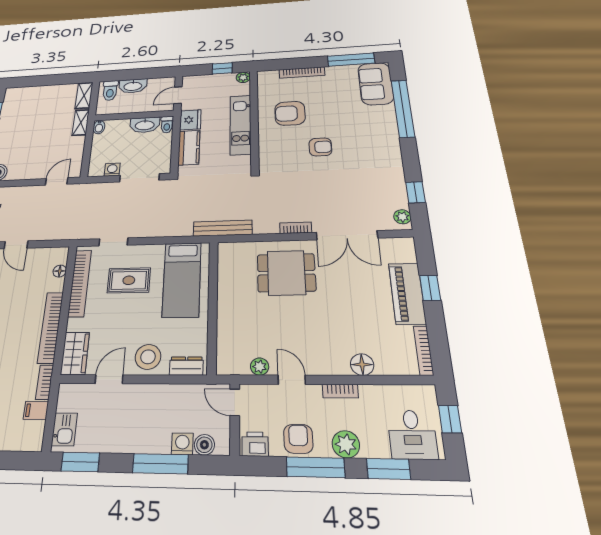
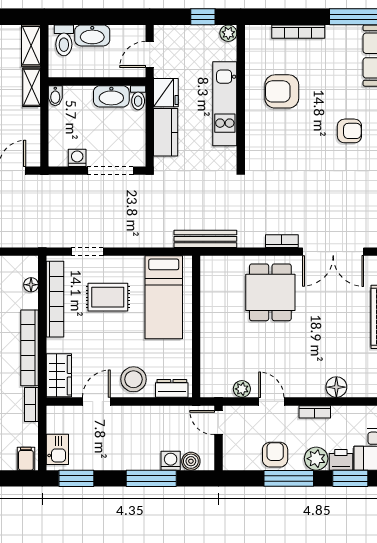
armchair: (320, 147) -> (349, 131), moved
dining table: (286, 273) -> (270, 292), turned 90
filing cabinet: (36, 410) -> (26, 459), moved, turned 90
printer: (255, 444) -> (341, 460), moved

